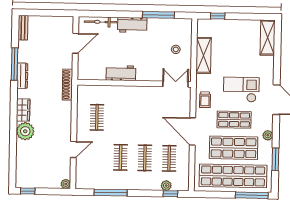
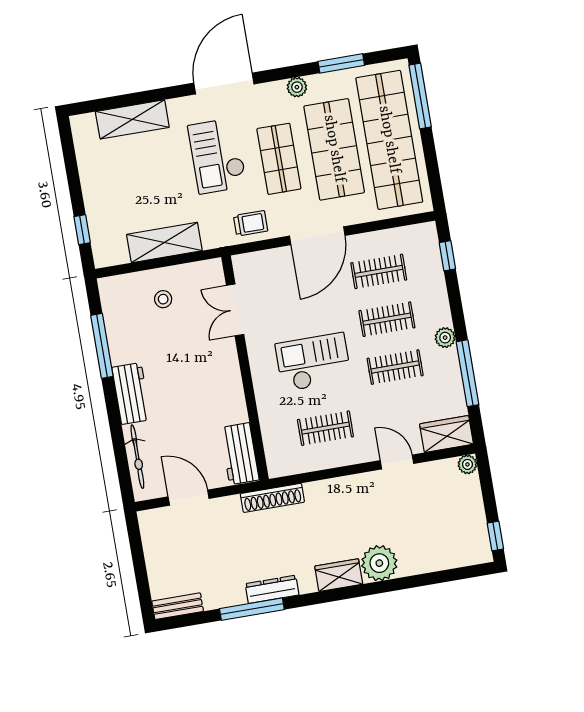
shelving: (268, 38) -> (132, 119), moved
workbench: (121, 73) -> (240, 454), moved
double door: (175, 84) -> (235, 310), moved
checkout: (131, 118) -> (313, 362), added
wardrobe: (83, 177) -> (447, 434), added
plant: (166, 186) -> (445, 338), moved

